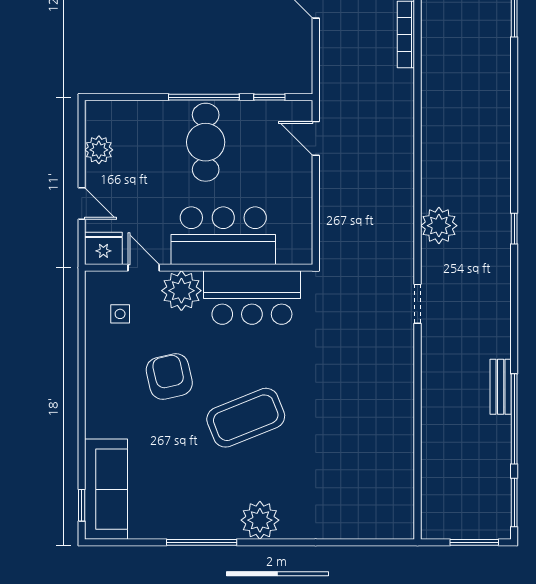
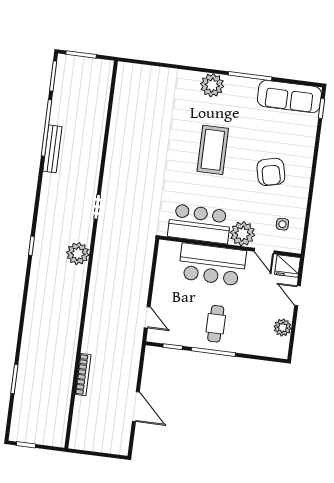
cafe table: (206, 142) -> (216, 324), width x0.73, depth x0.74
armchair: (169, 376) -> (271, 172), moved
bench: (501, 387) -> (52, 149), width x1.36
coffee table: (246, 418) -> (213, 150), turned -68
sofa: (106, 489) -> (289, 97), moved, turned -90

